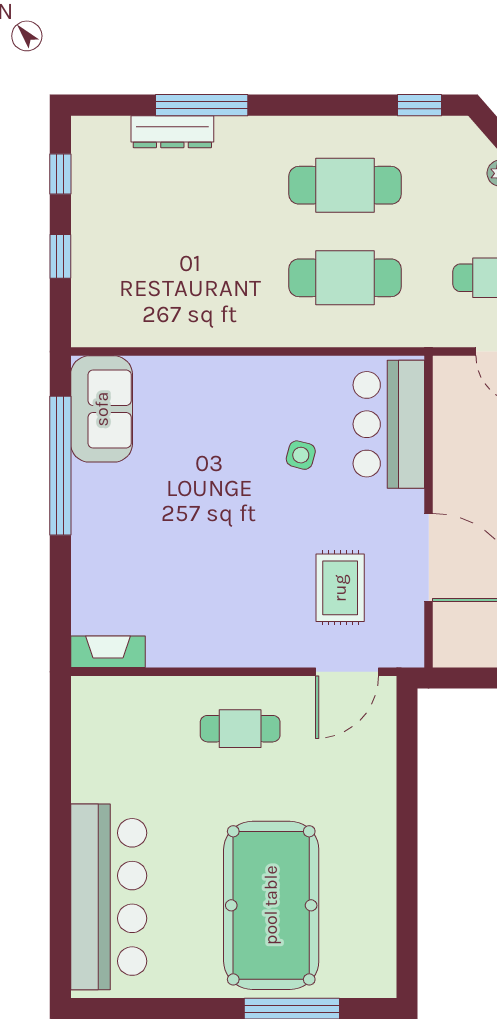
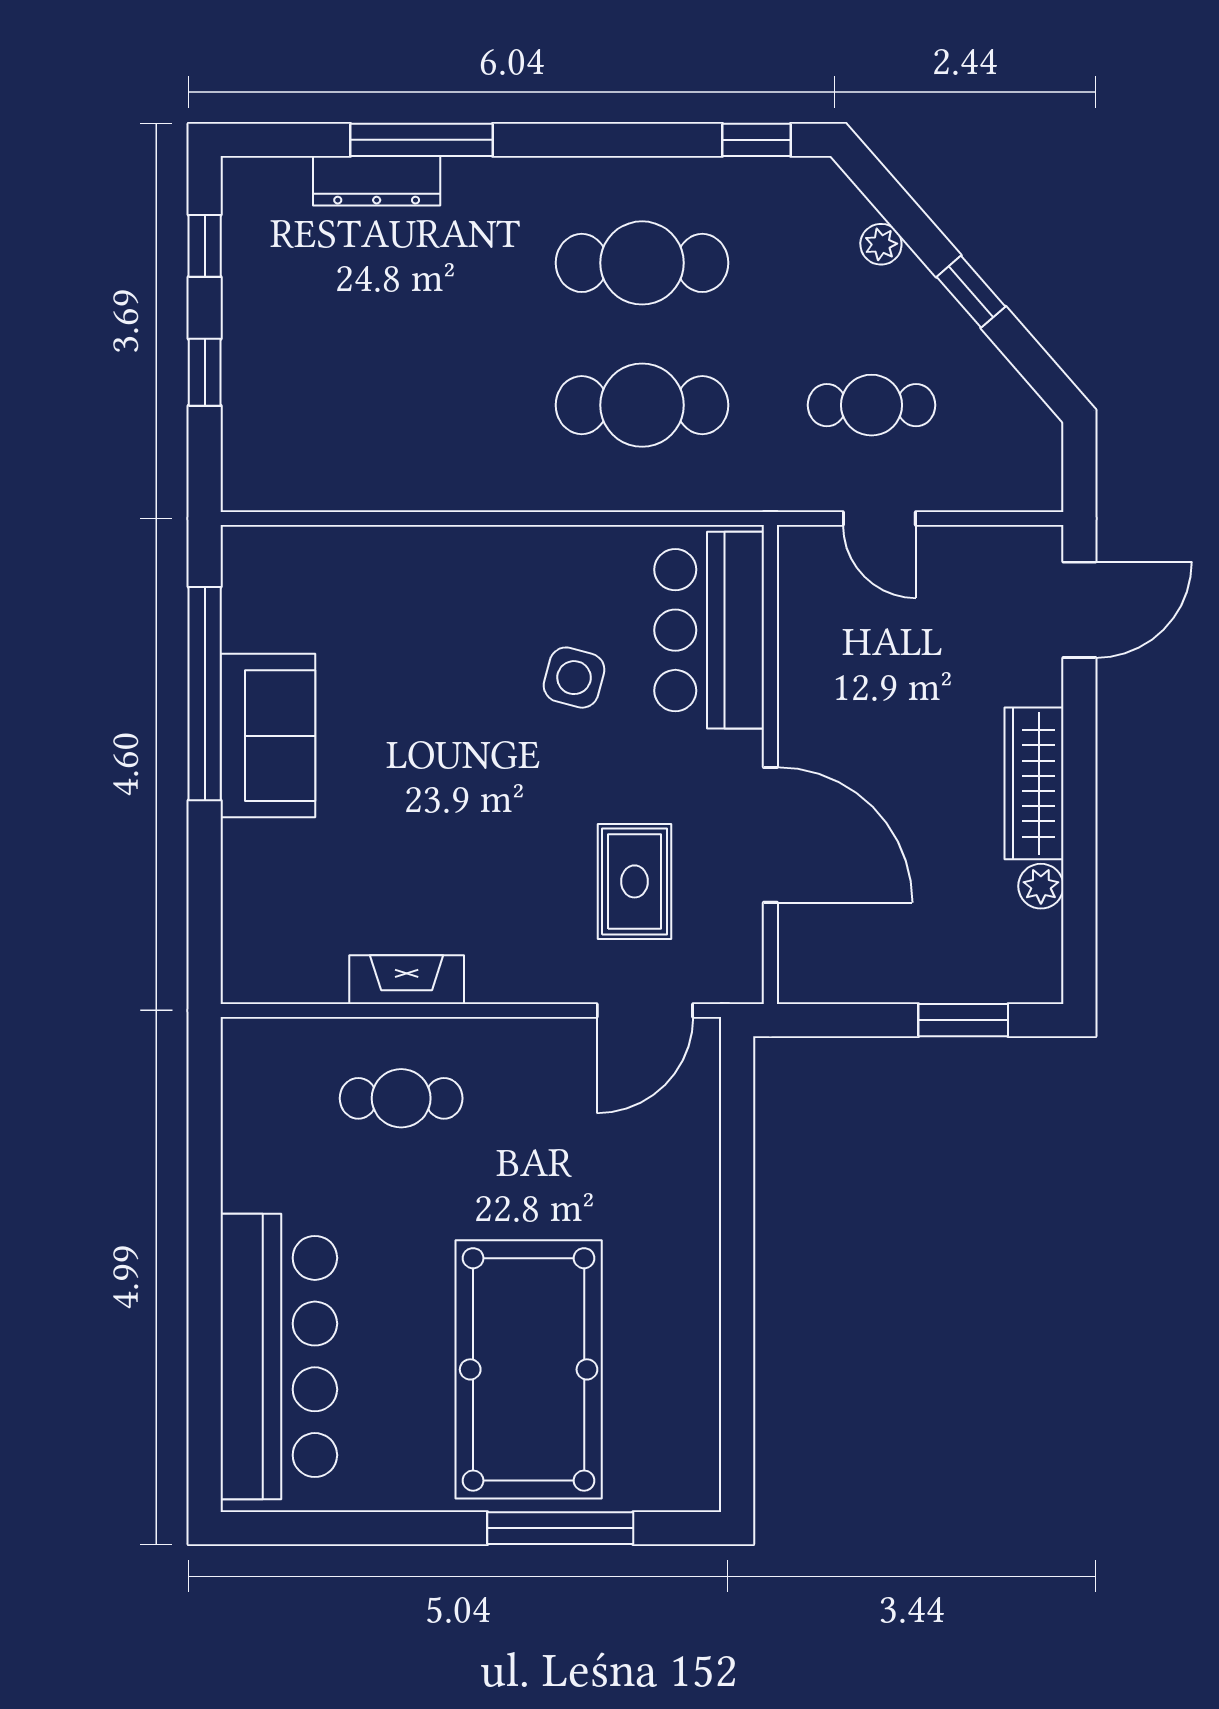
sofa: (102, 409) -> (268, 736), moved
side table: (301, 455) -> (574, 678), width x1.37, depth x1.37
fireplace: (108, 652) -> (407, 980), moved
cafe table: (240, 729) -> (401, 1098), moved

